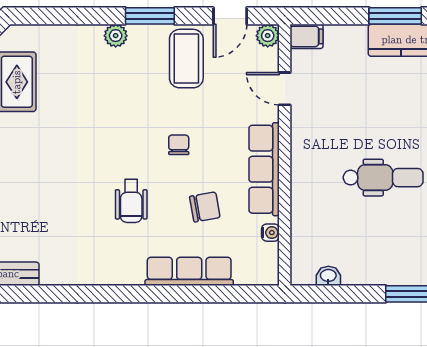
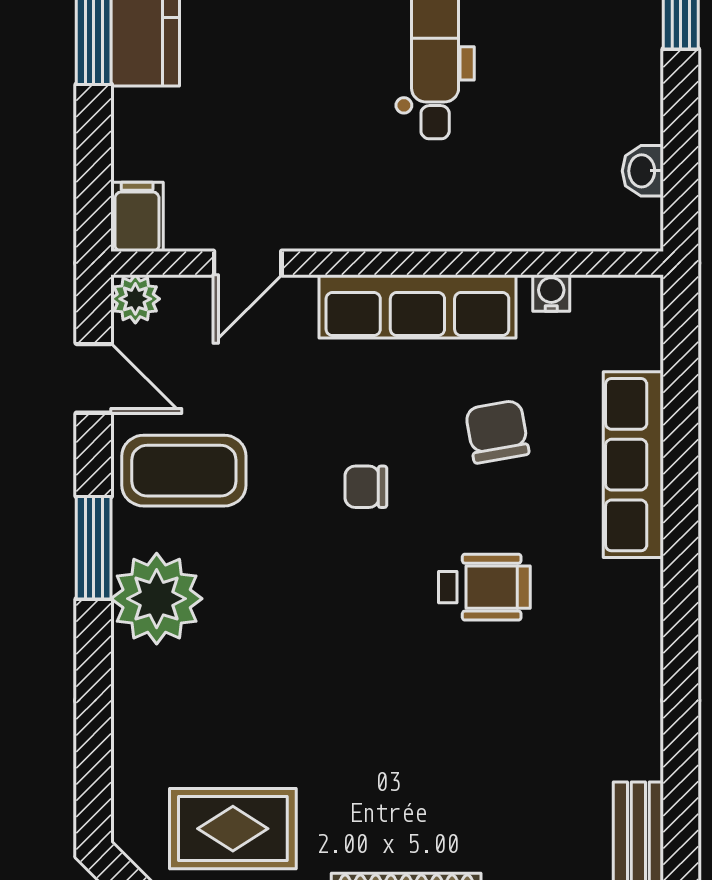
plant: (116, 36) -> (157, 599), width x1.88, depth x1.88

